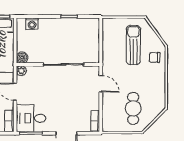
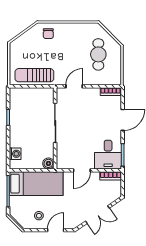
sun lounger: (133, 45) -> (34, 75), moved
plant: (21, 71) -> (61, 164), removed
cafe table: (133, 108) -> (98, 54), turned 90

